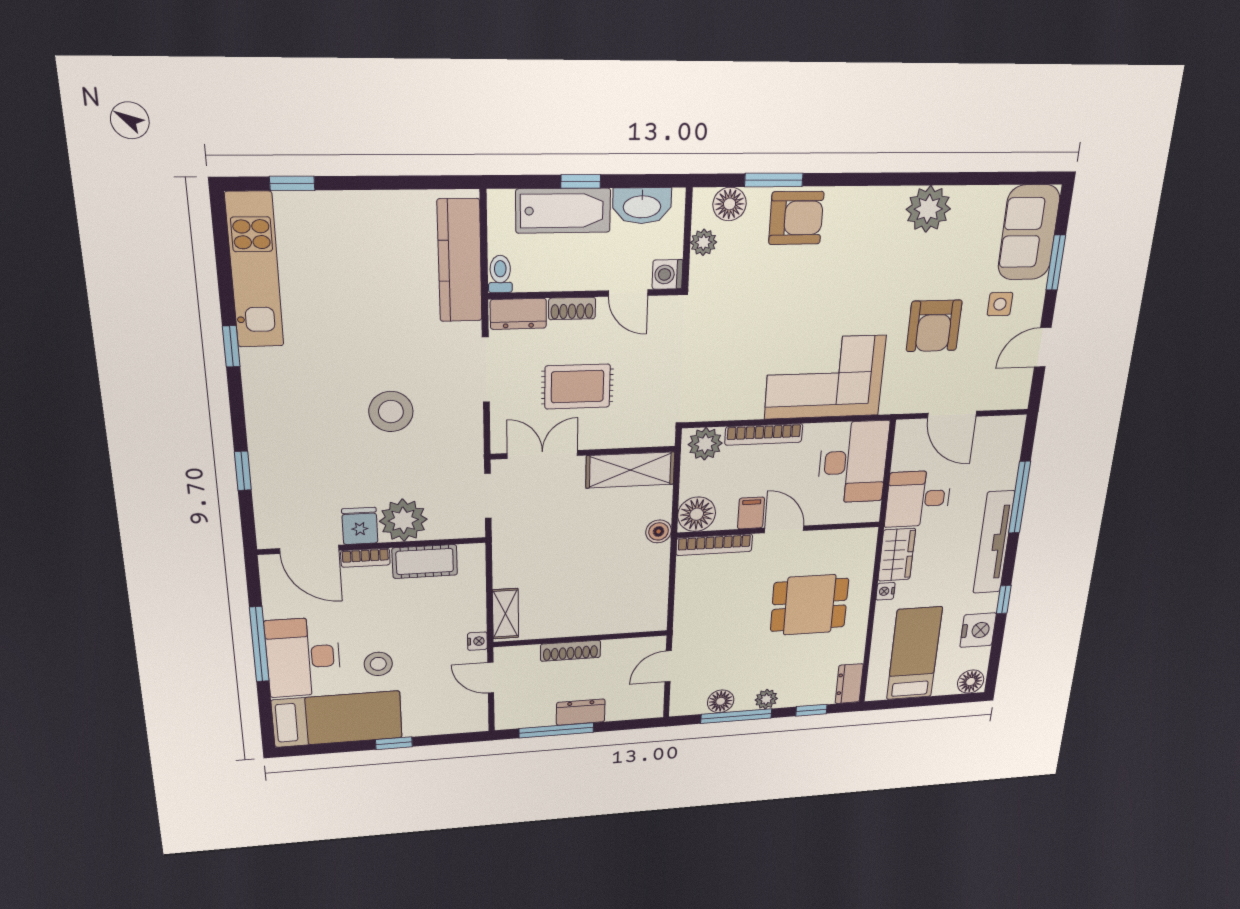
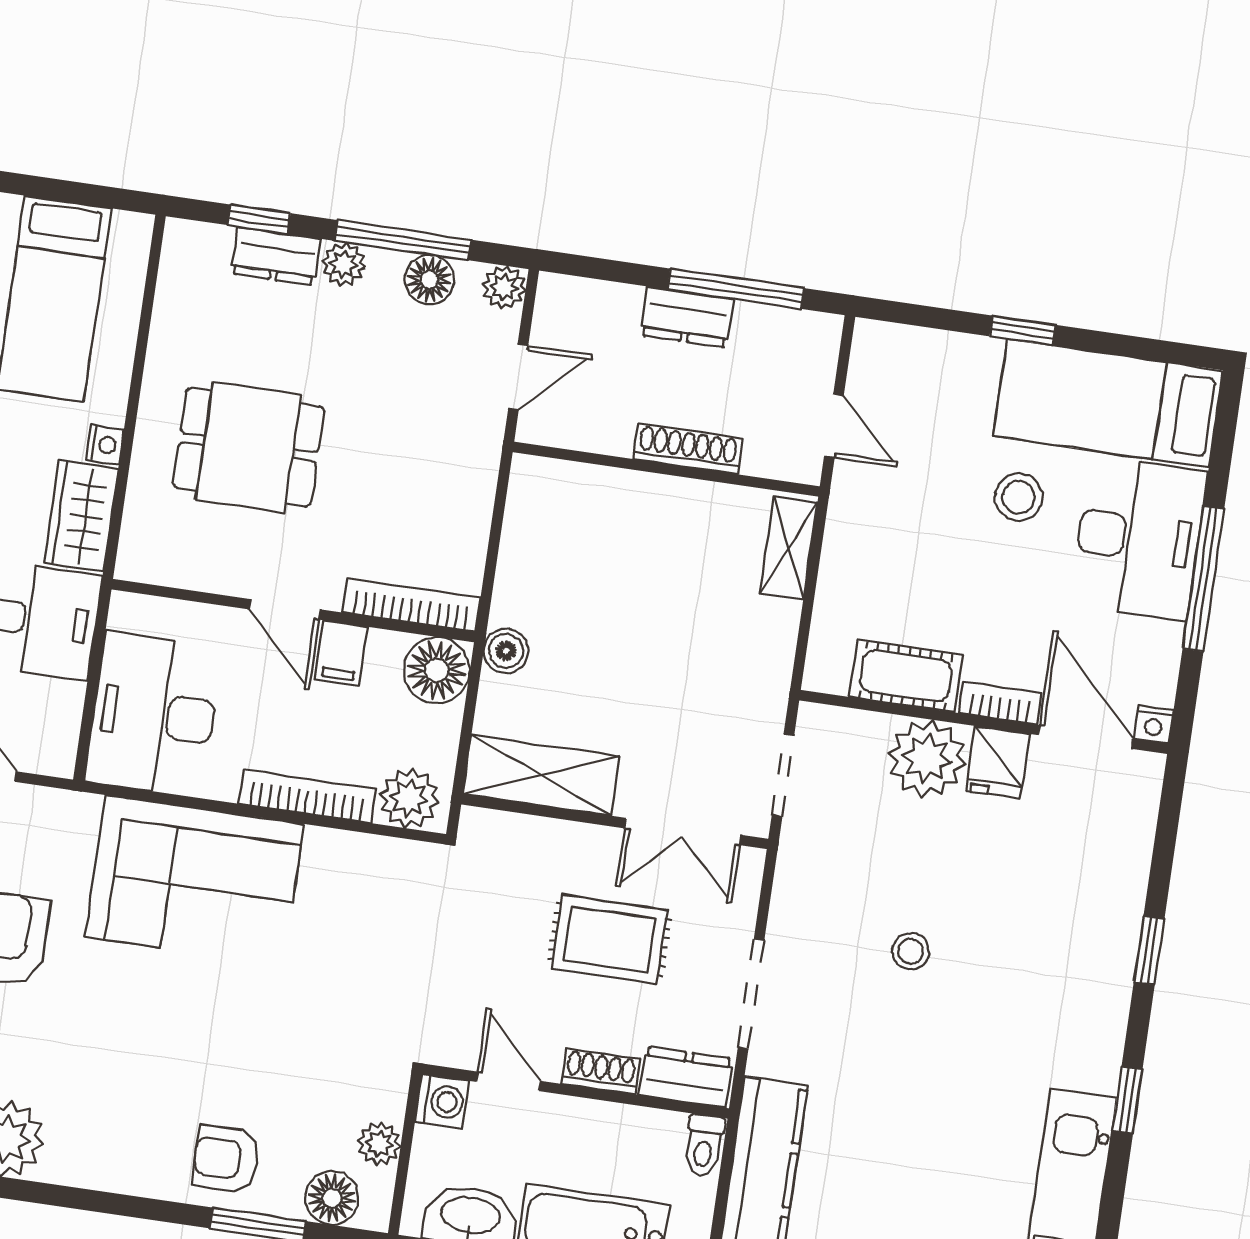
armchair: (796, 218) -> (226, 1159), width x0.72, depth x0.72
stool: (391, 412) -> (911, 951), width x0.53, depth x0.53
window: (243, 471) -> (1149, 950), moved
nightstand: (477, 641) -> (1154, 724), moved, turned -90
dresser: (849, 684) -> (276, 256), moved, turned 90
plant: (681, 706) -> (504, 287), added

